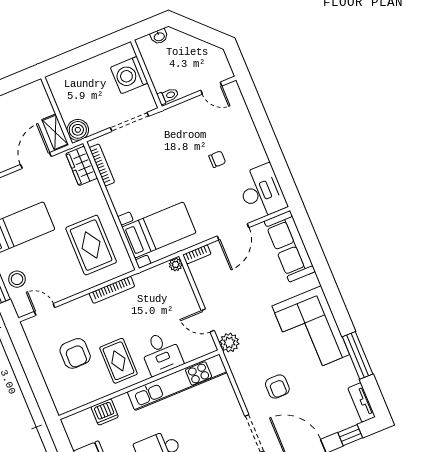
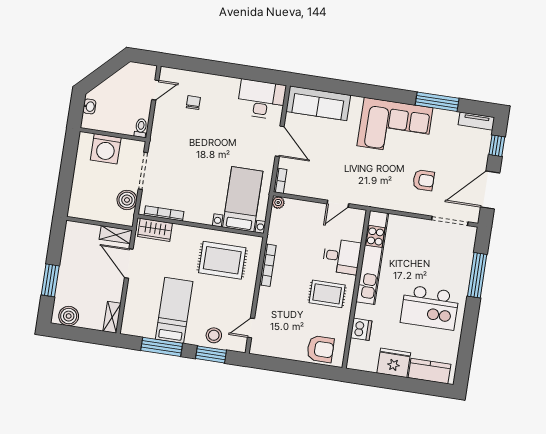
boiler: (78, 130) -> (127, 200), moved
chair: (217, 159) -> (193, 103), moved
plant: (229, 343) -> (366, 197), removed
armchair: (75, 353) -> (320, 349), moved

